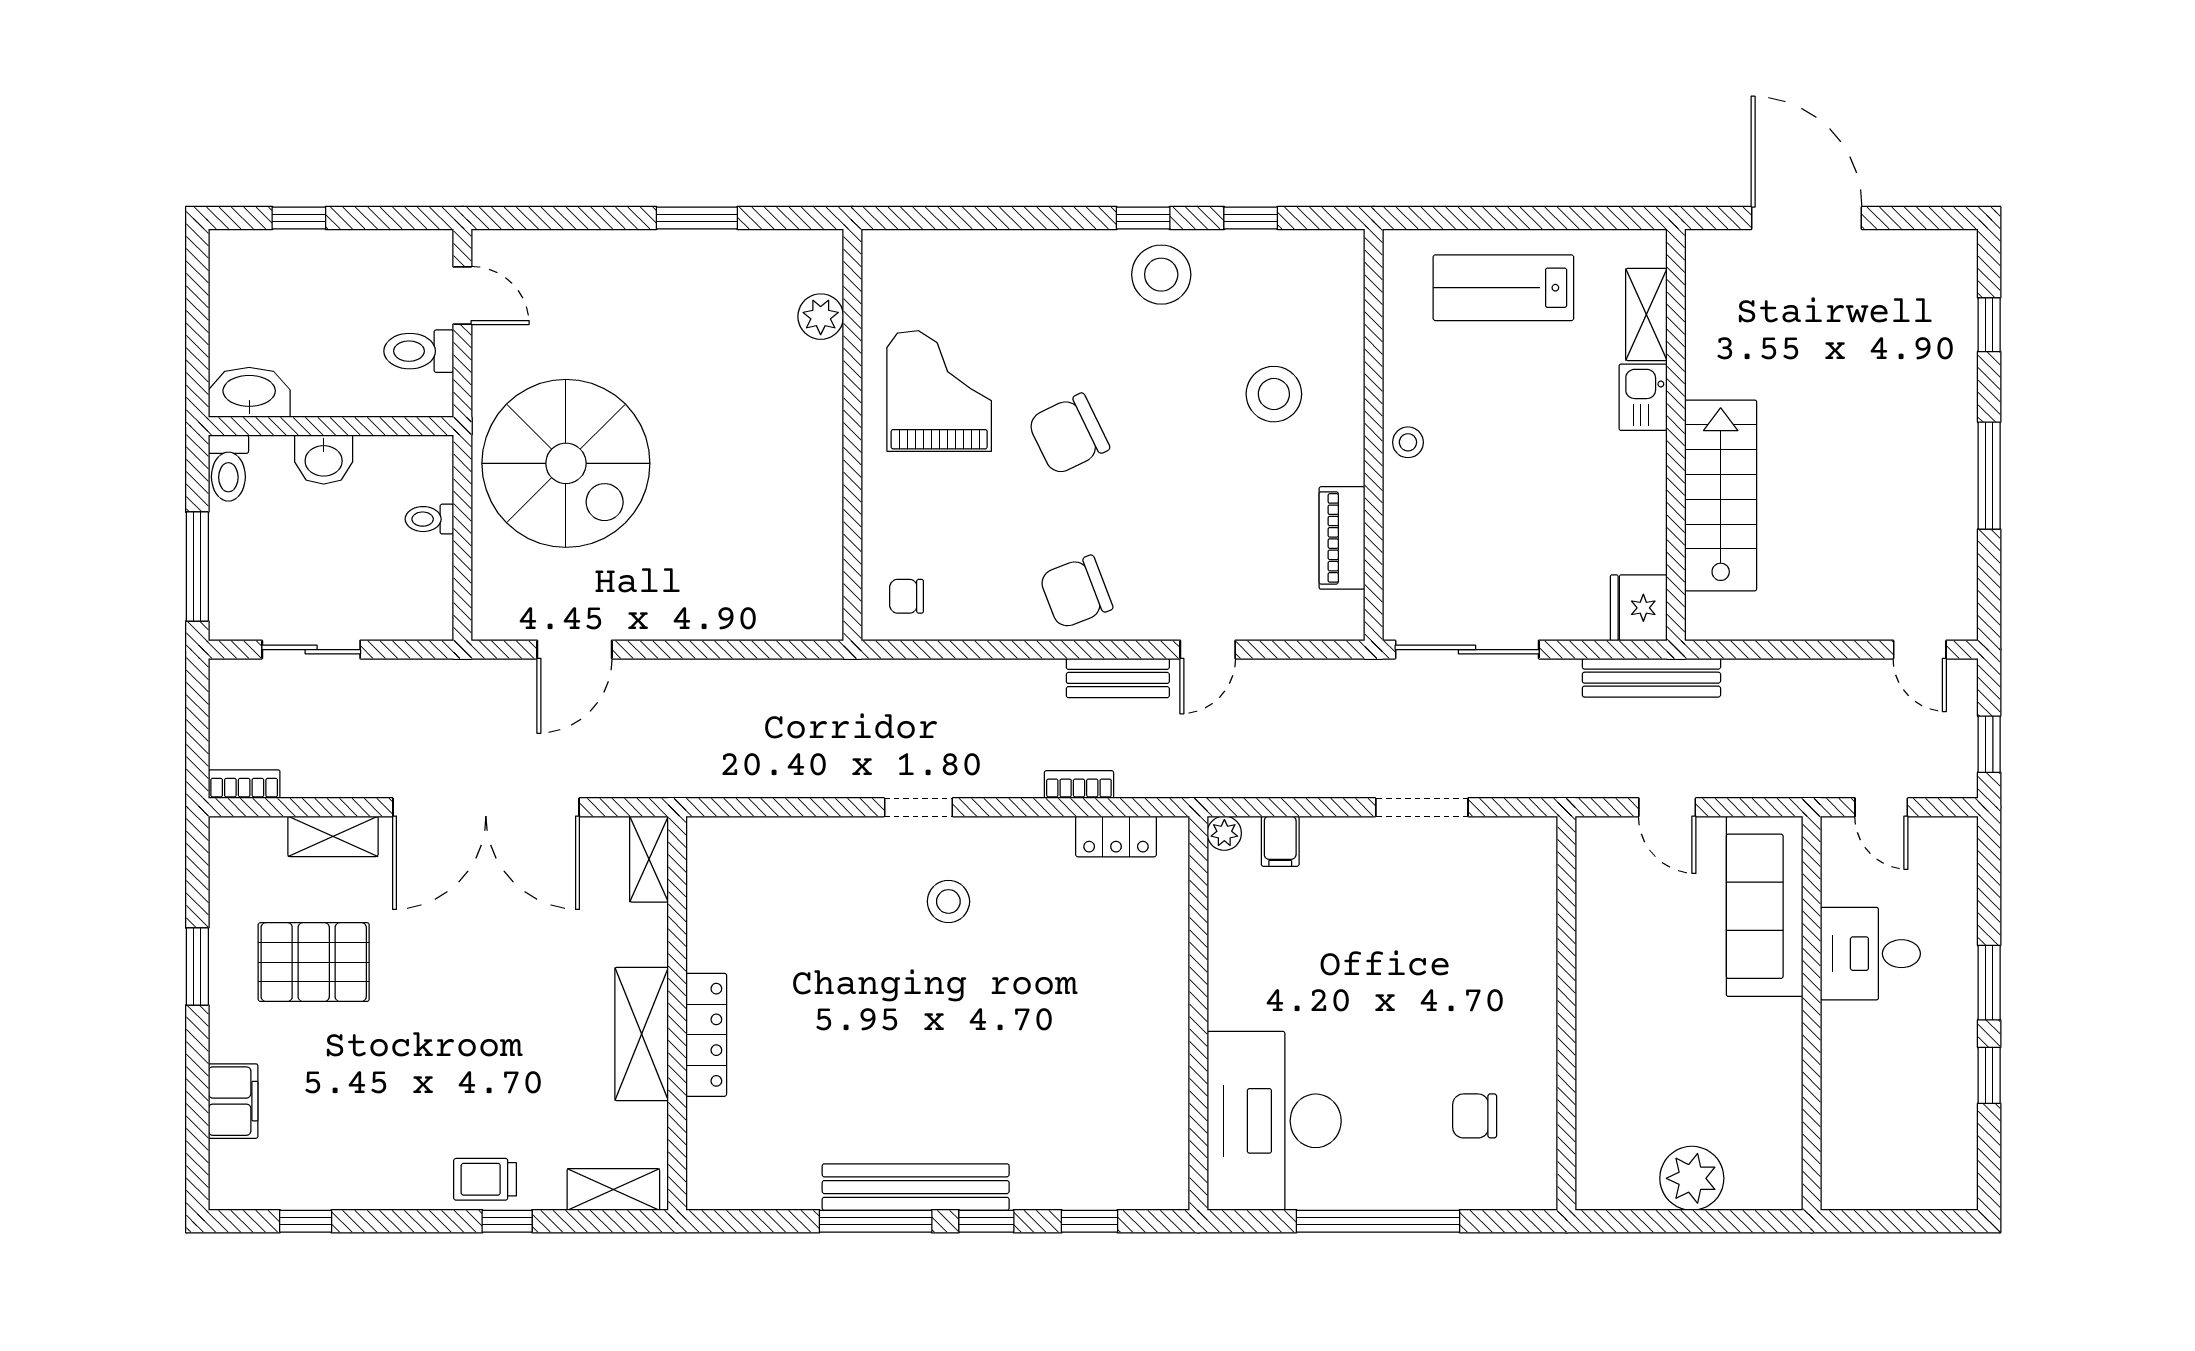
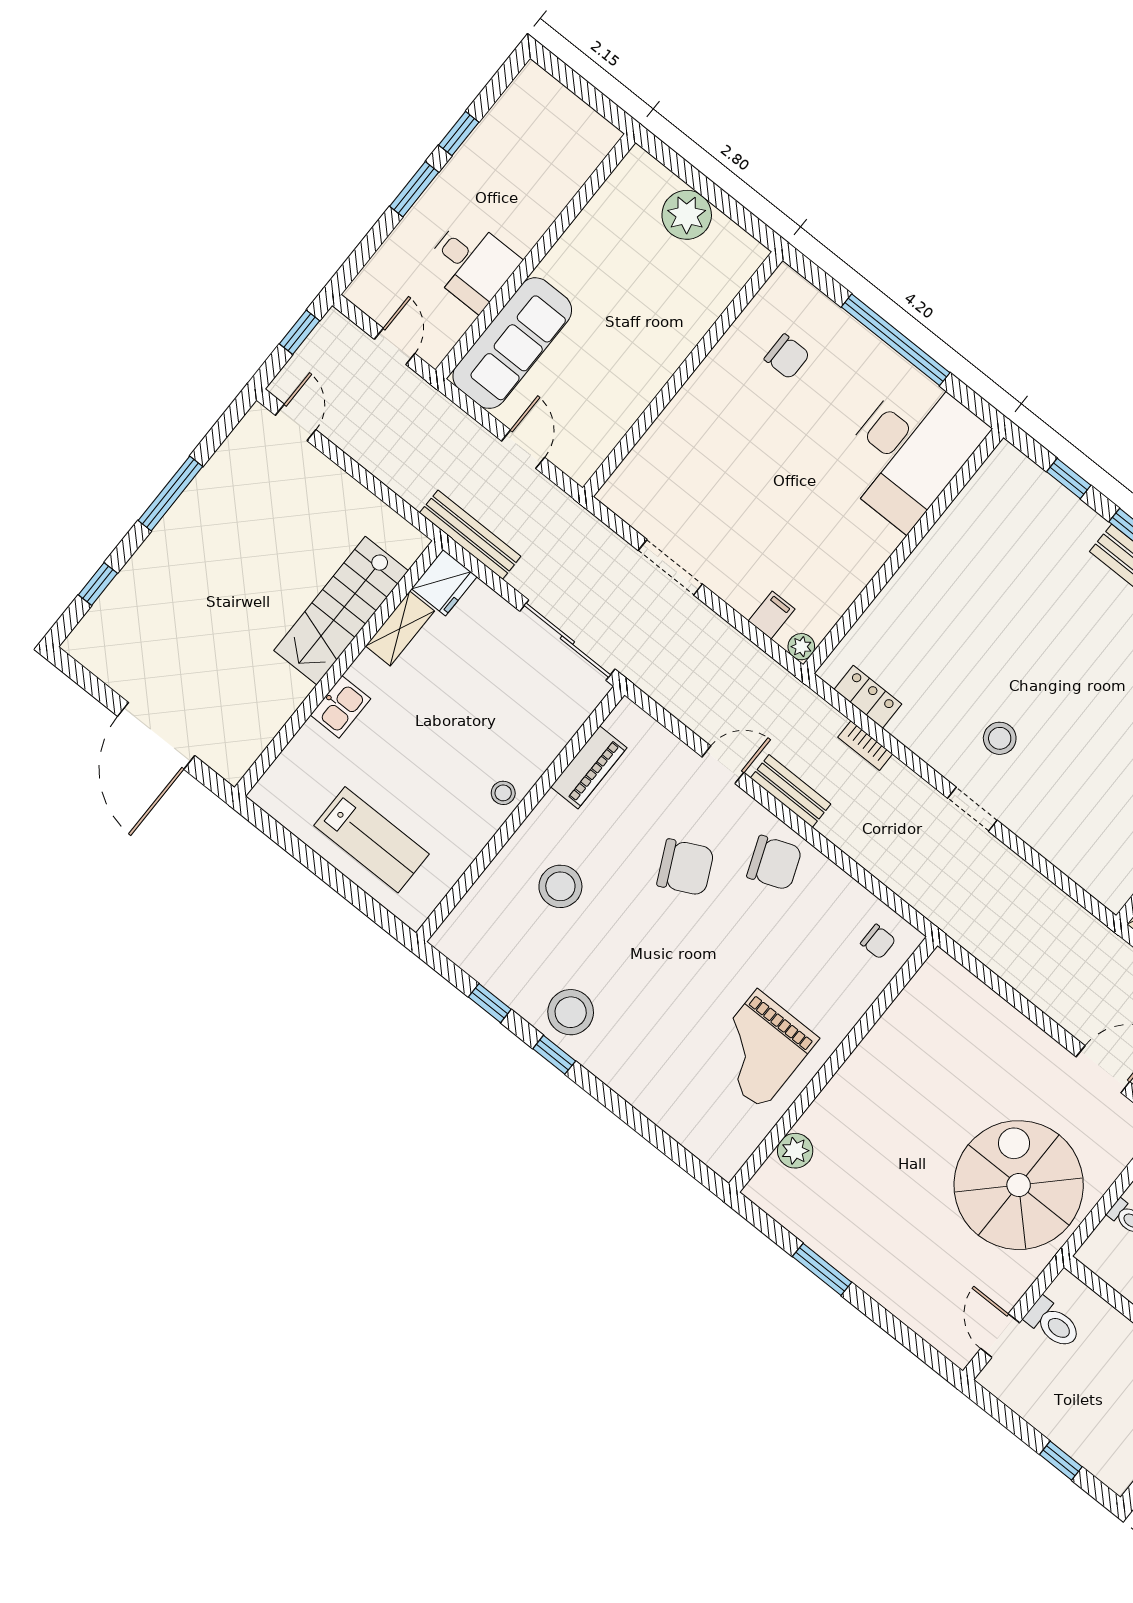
shelving: (1646, 315) -> (400, 629), moved
chair: (1068, 434) -> (685, 867), moved

